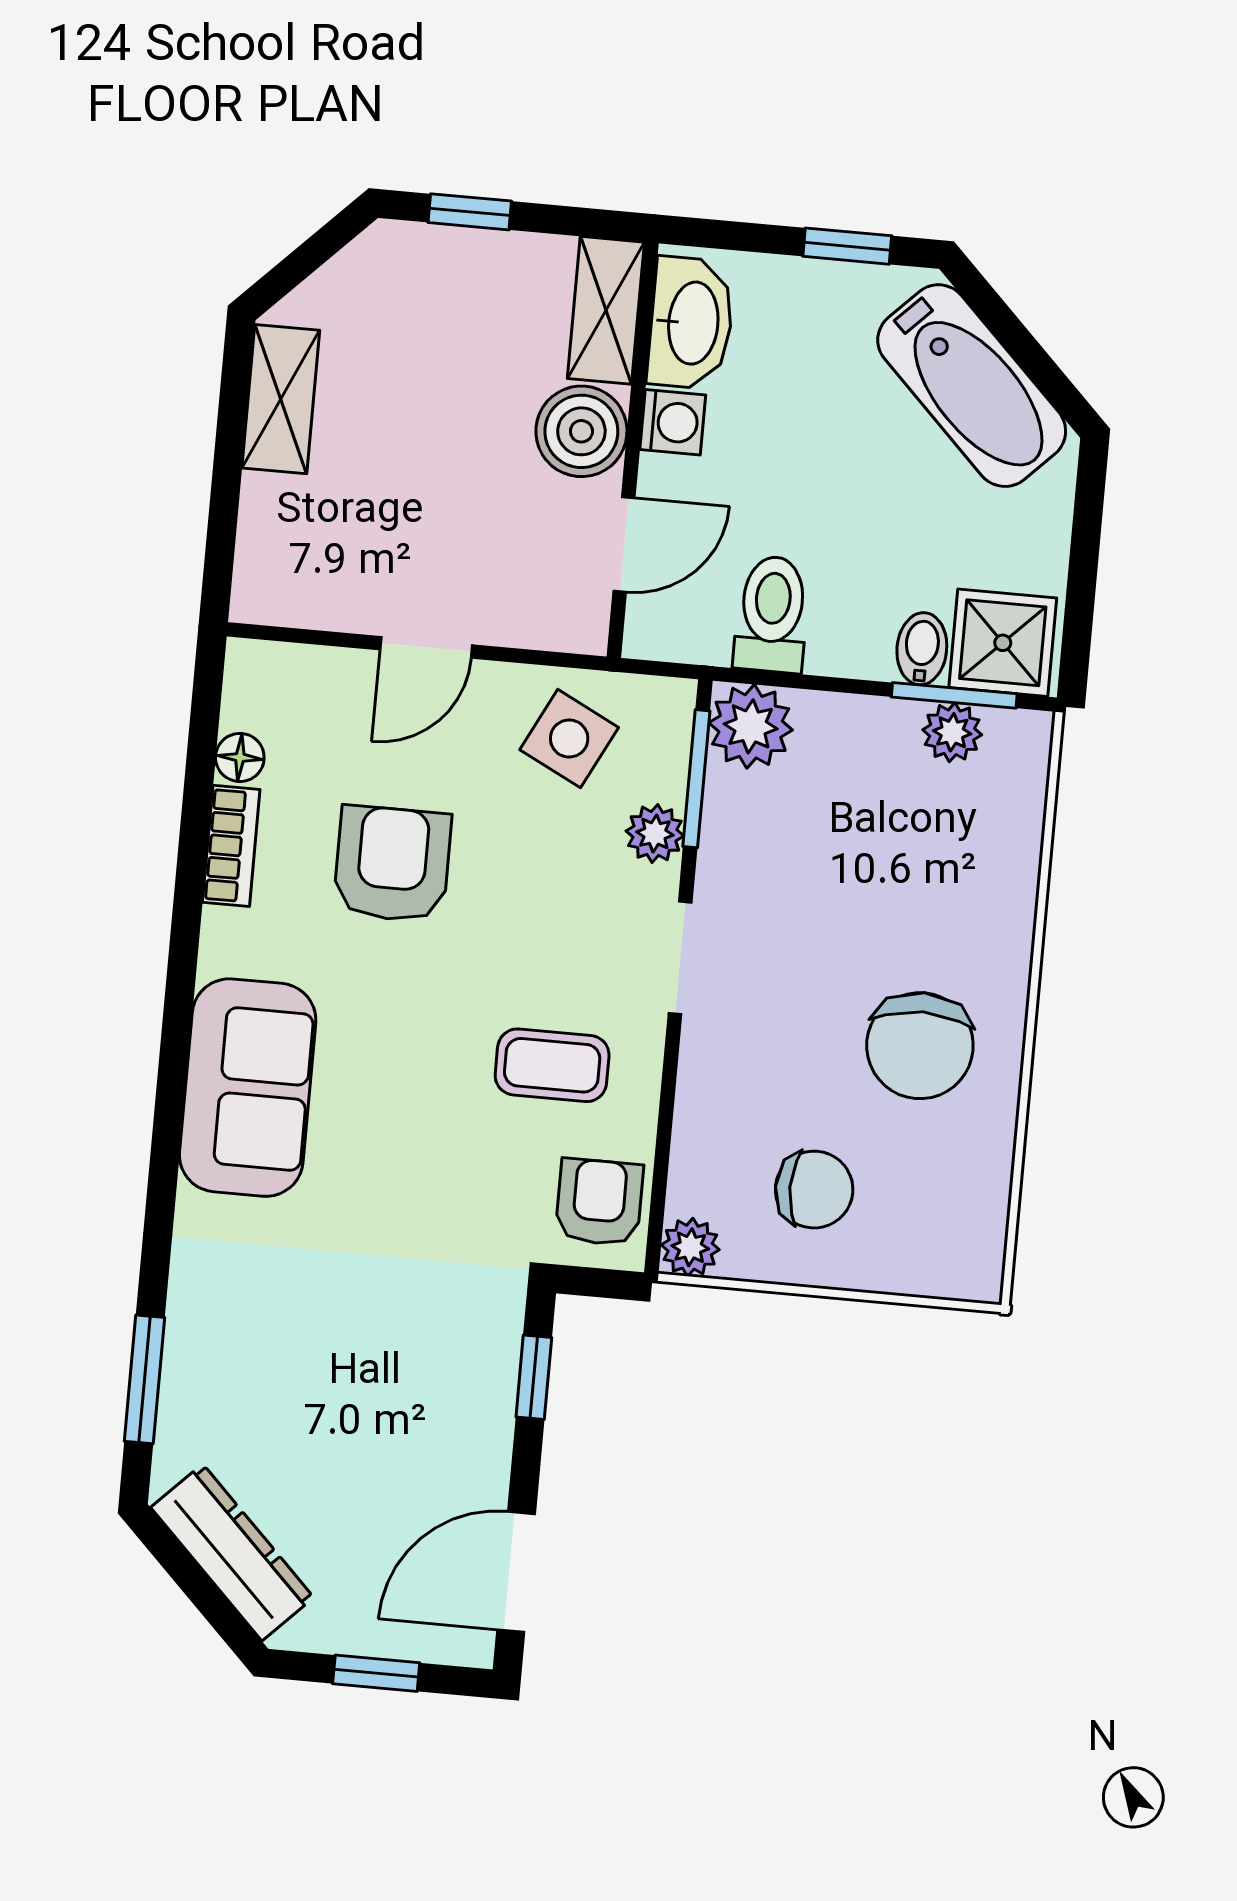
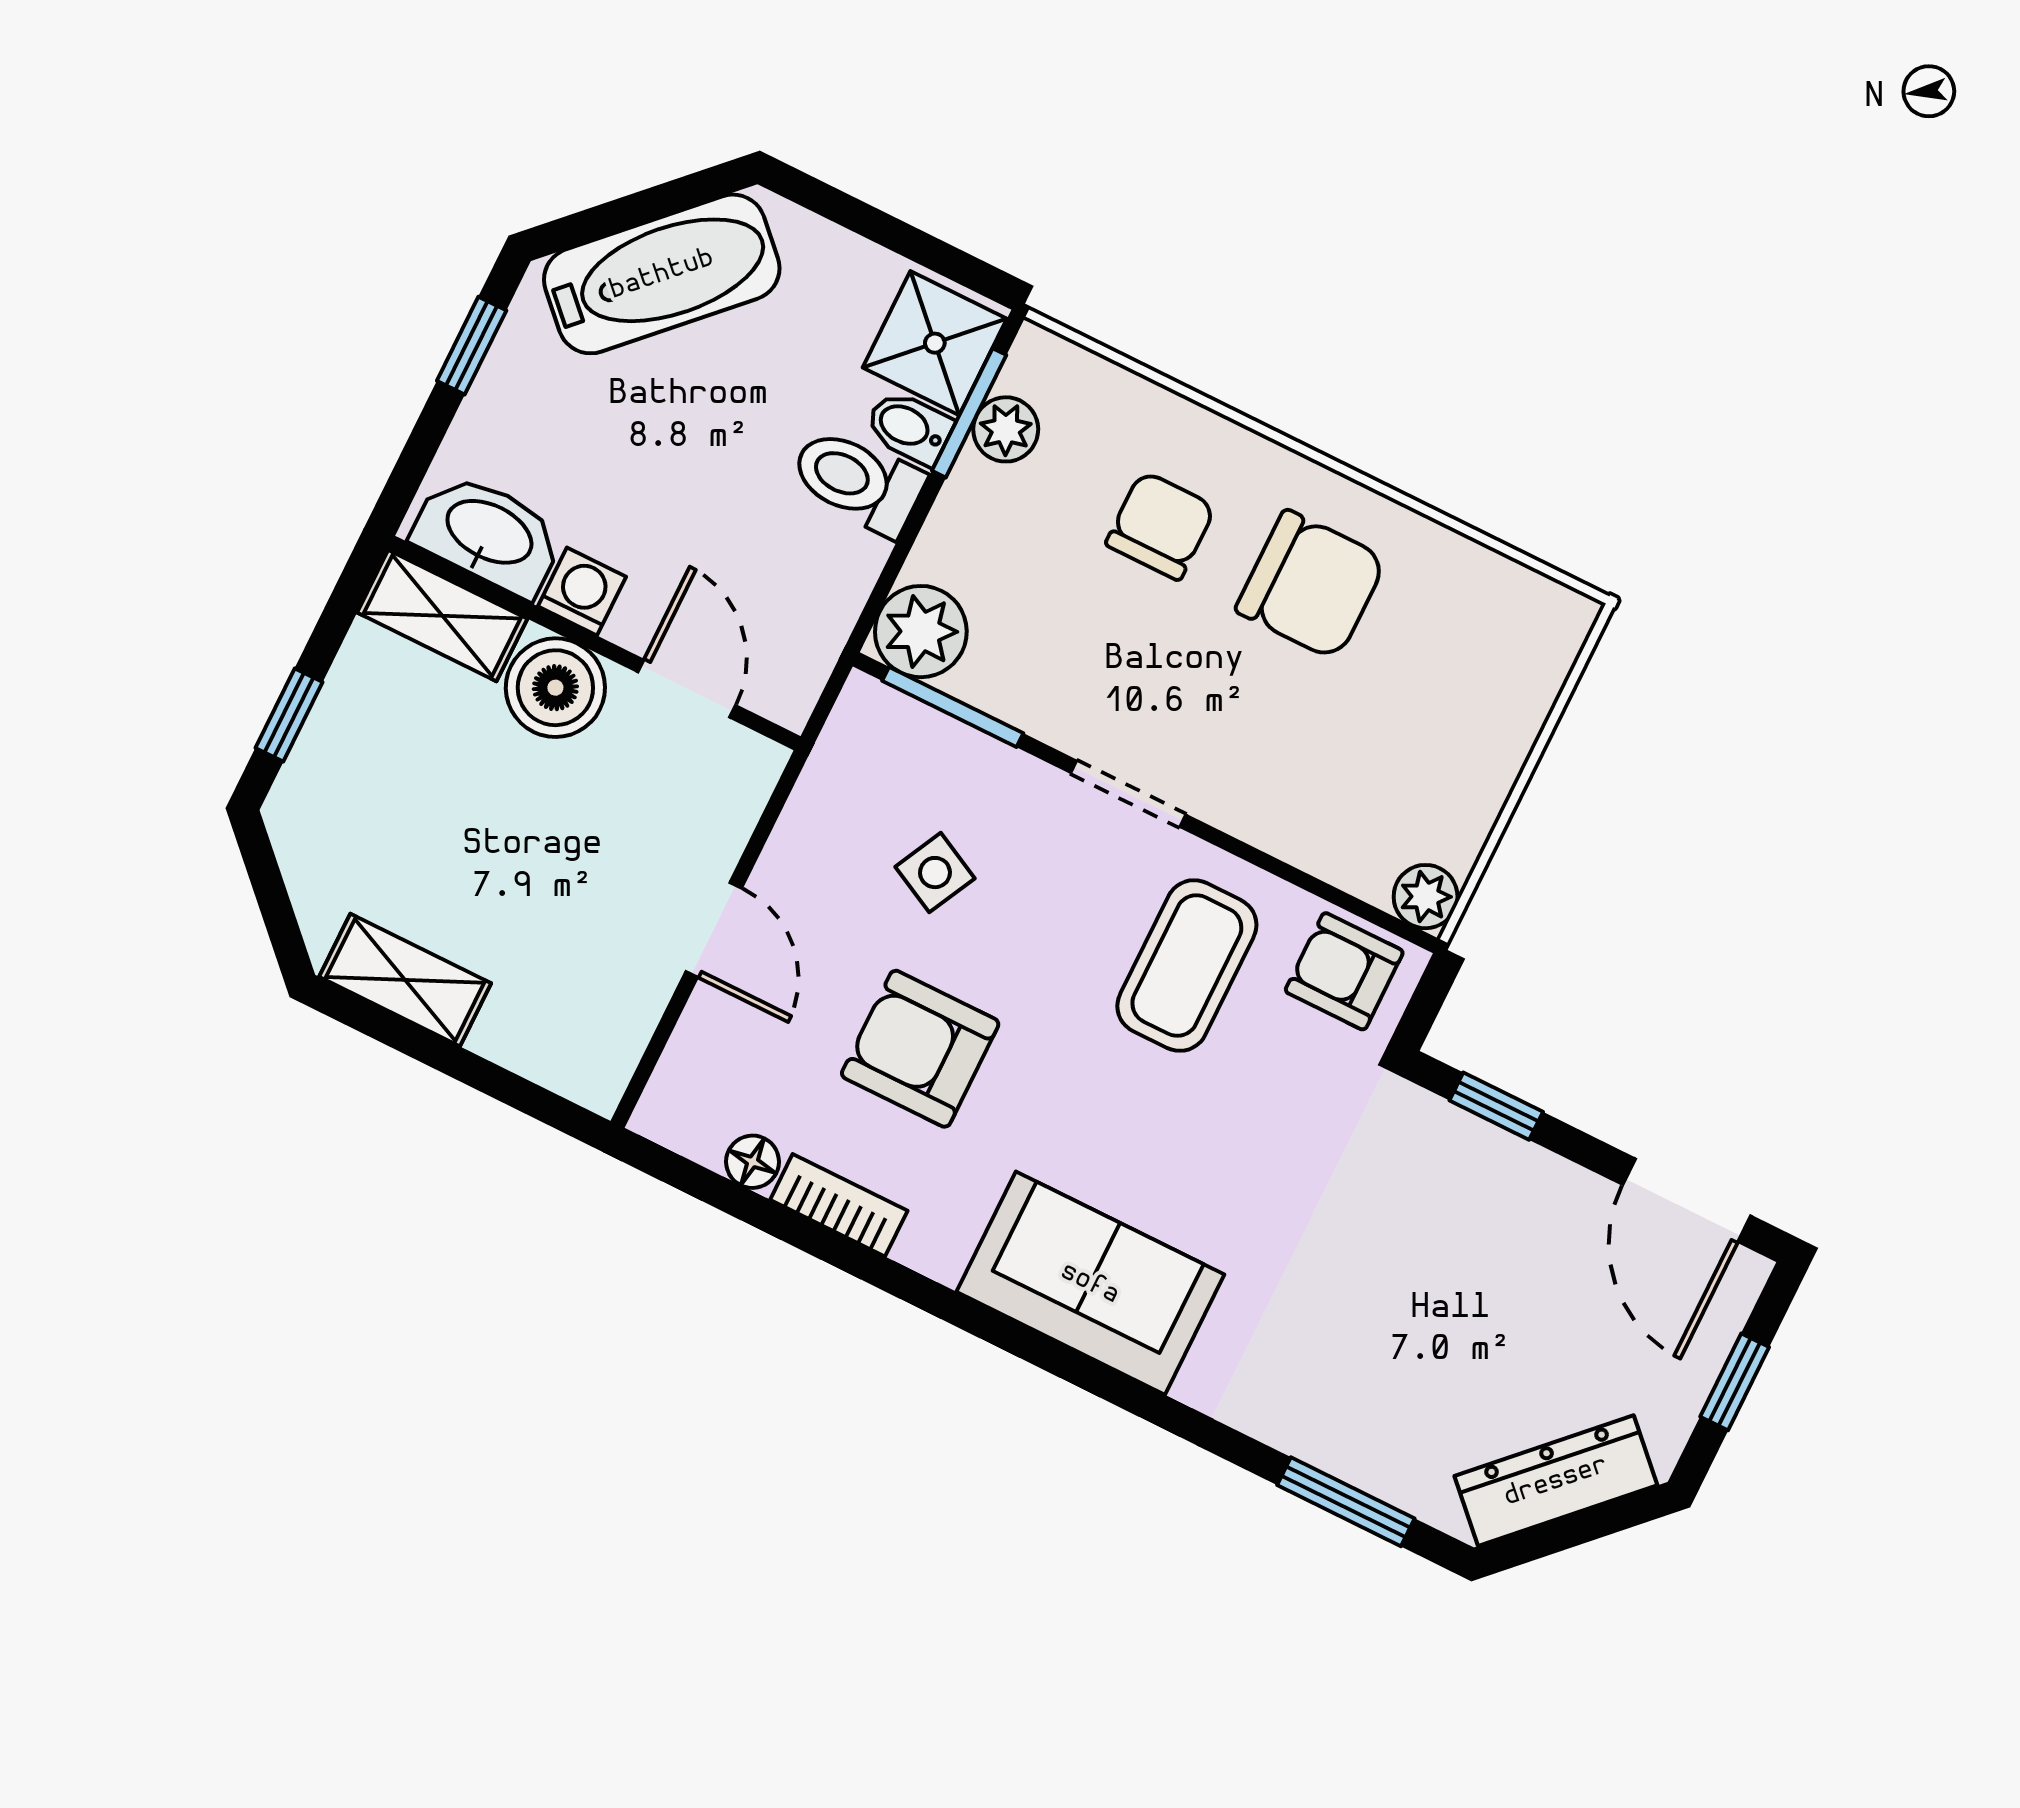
toilet: (772, 614) -> (857, 481), moved
side table: (569, 739) -> (935, 873), moved, width x0.73, depth x0.73
plant: (655, 833) -> (992, 771), removed
coffee table: (552, 1065) -> (1187, 966), width x1.36, depth x1.30
chair: (814, 1190) -> (1161, 526), moved

